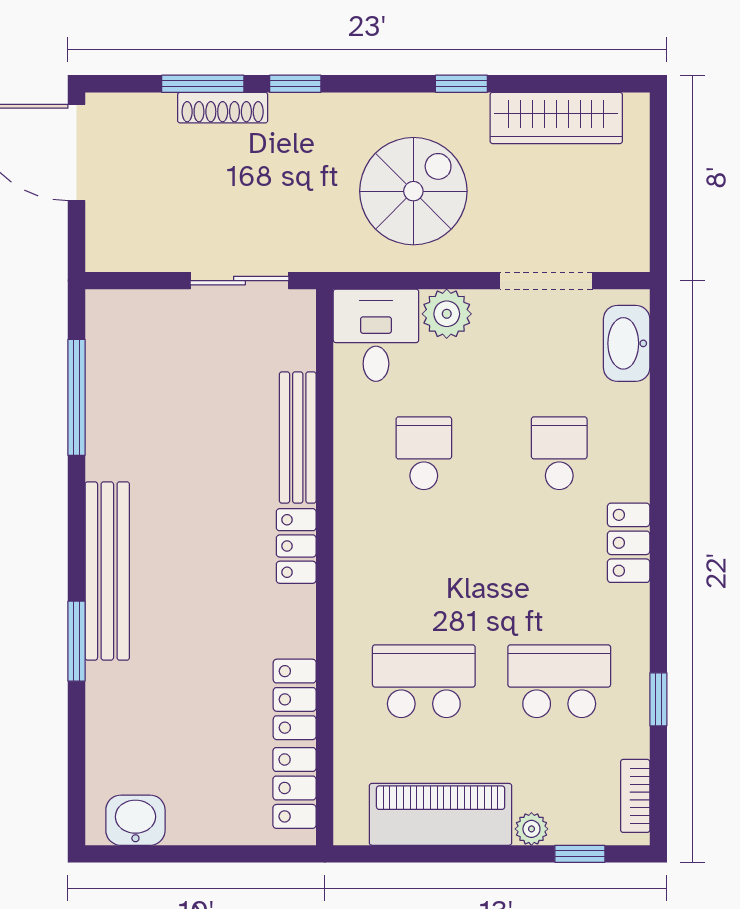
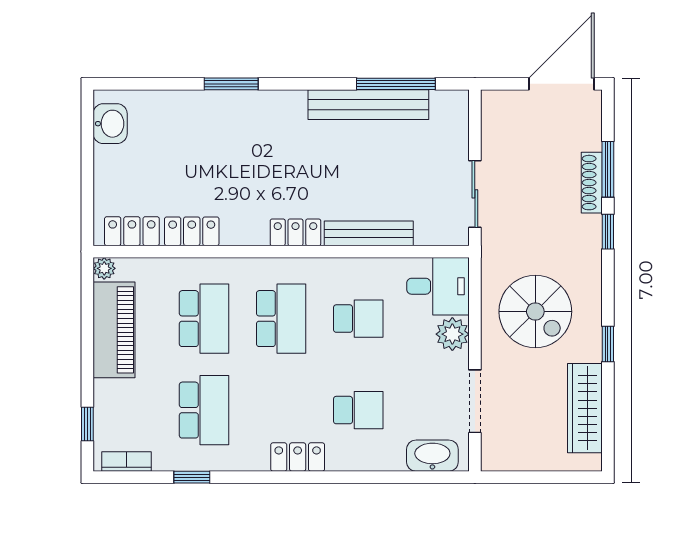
school desk: (424, 567) -> (281, 319), added
bench: (107, 571) -> (368, 105), moved
plant: (531, 829) -> (104, 268), moved

